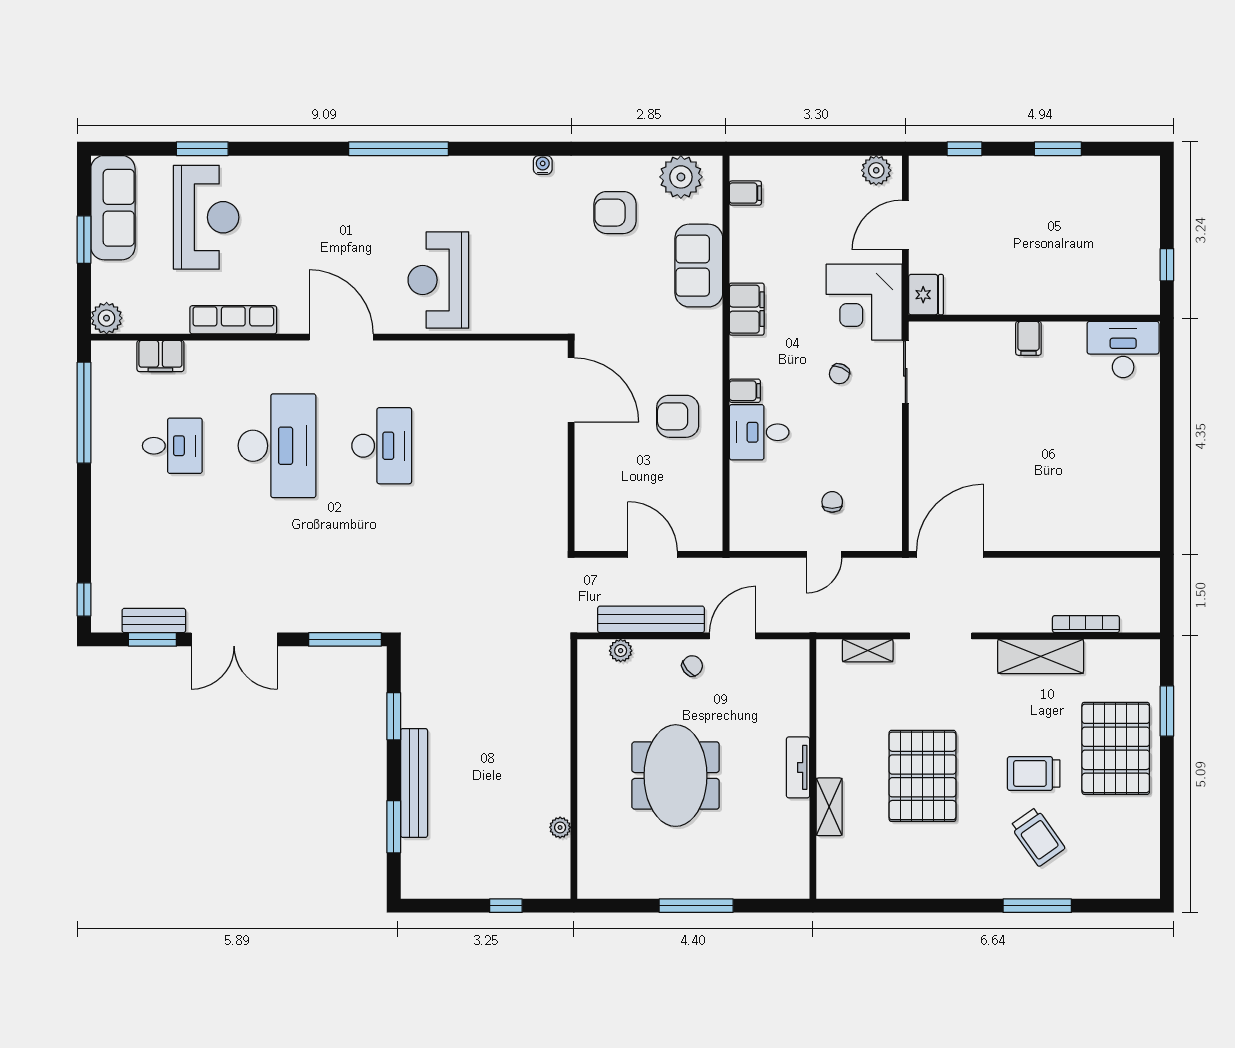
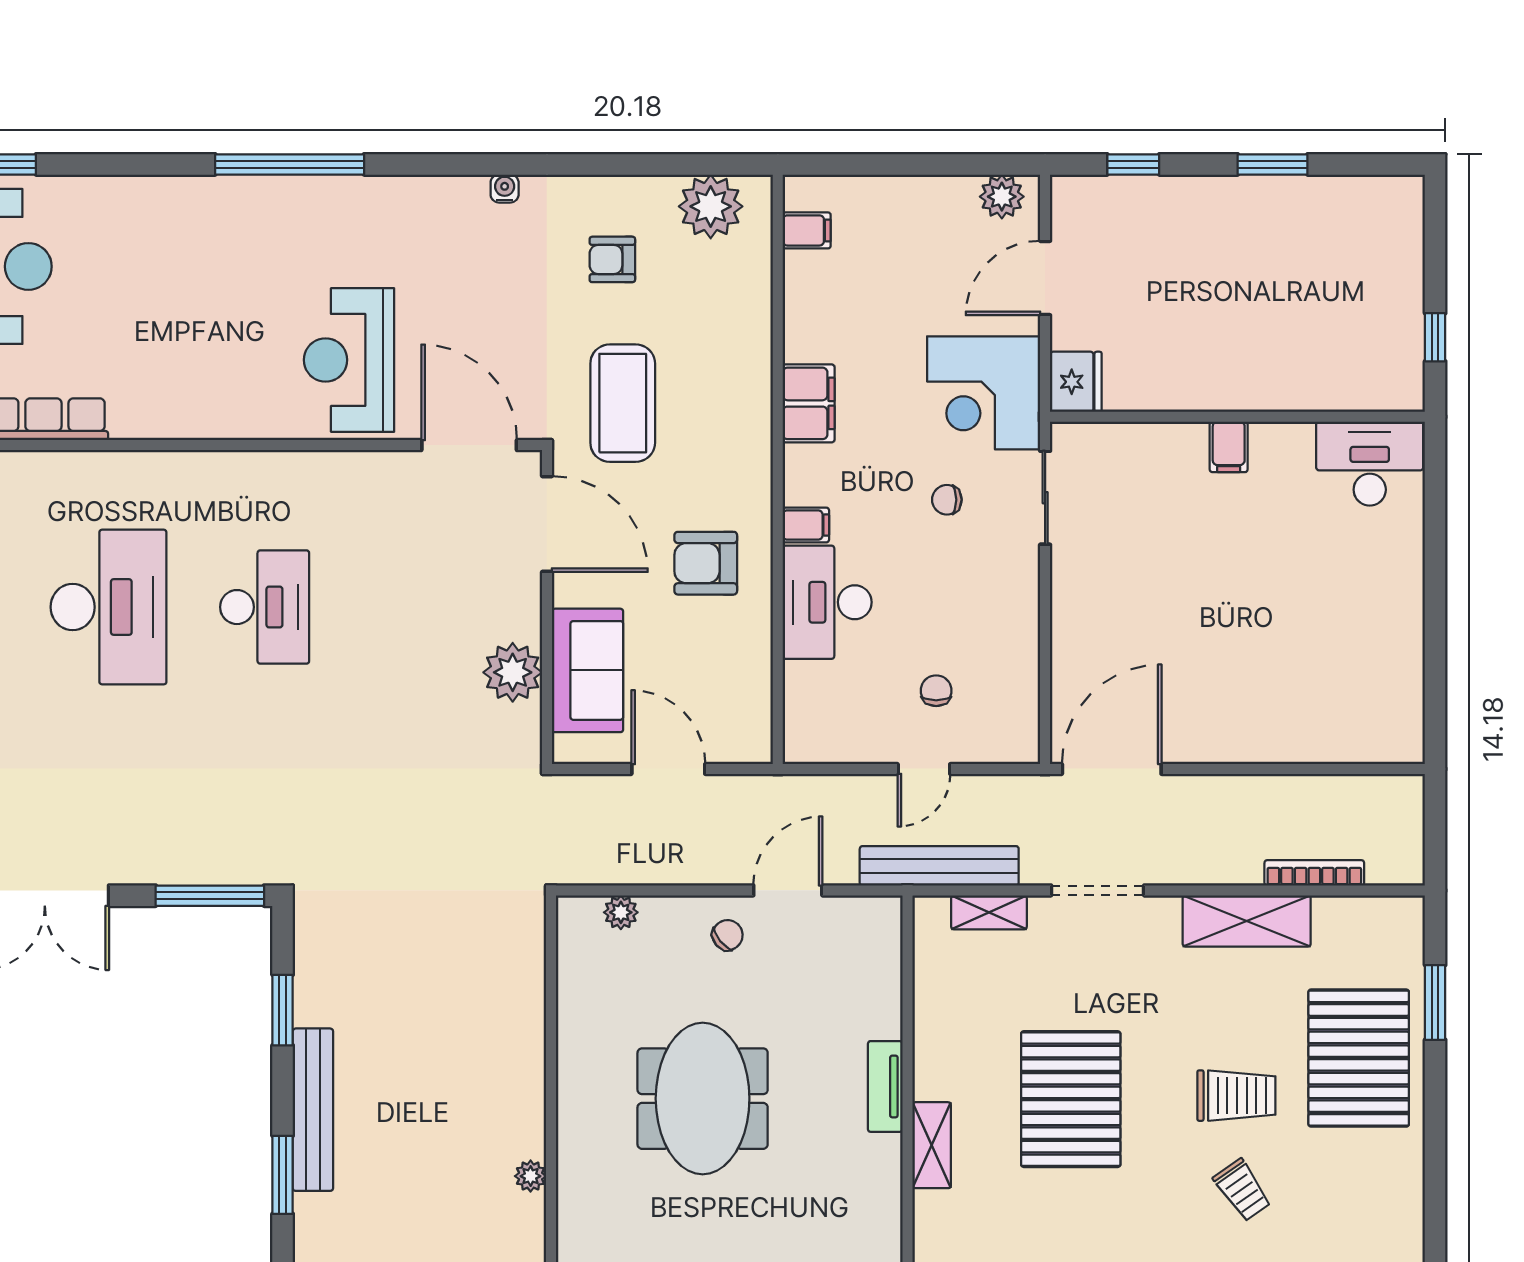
armchair: (615, 213) -> (612, 259), width x0.72, depth x0.72
sofa: (699, 266) -> (588, 670), moved, turned 180
coffee table: (622, 309) -> (623, 403), added
door: (341, 337) -> (469, 445), moved
chair: (839, 374) -> (947, 500), turned 66
desk: (759, 432) -> (827, 602), width x1.37
plant: (548, 490) -> (513, 672), added
bench: (651, 619) -> (939, 866), moved
trolley: (1034, 773) -> (1236, 1096), turned 180
trolley: (1038, 837) -> (1242, 1190), width x0.73, depth x0.72

